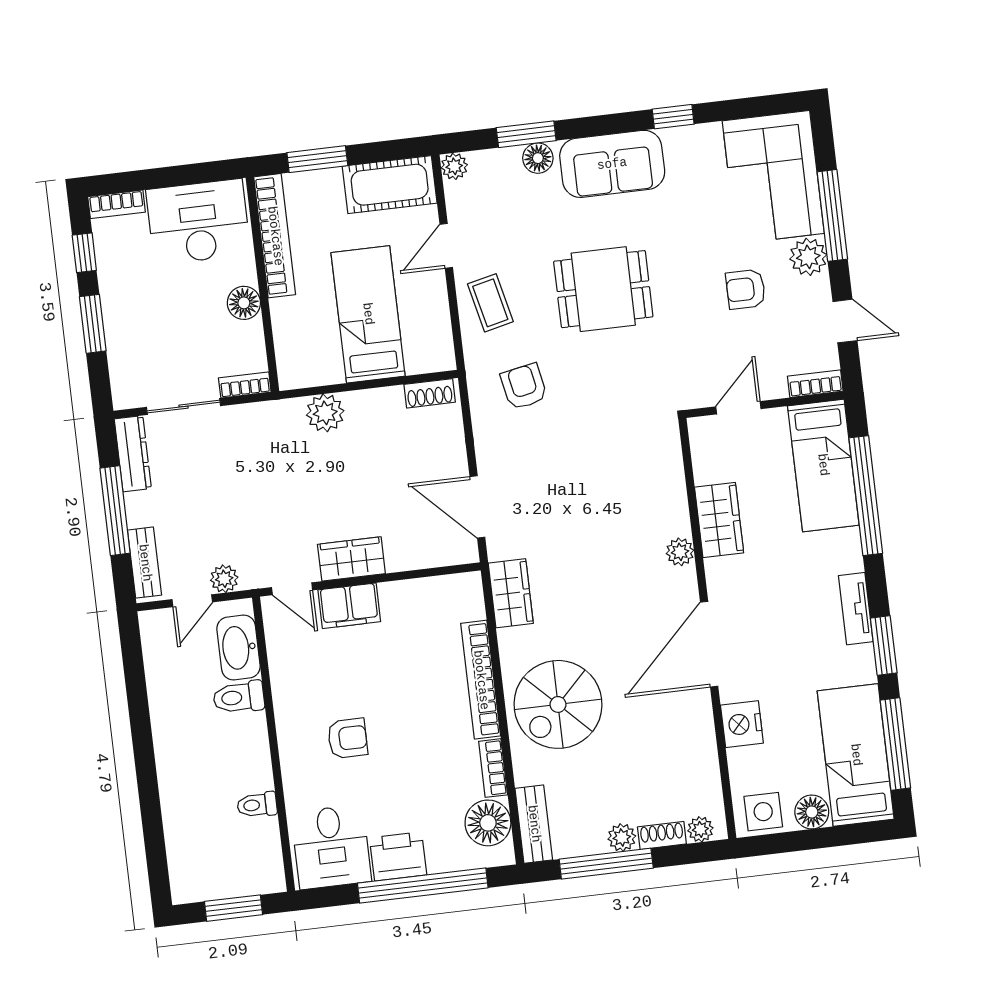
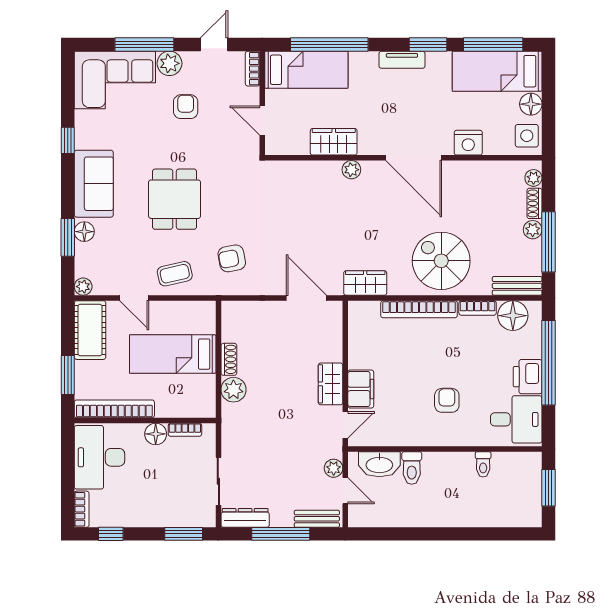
armchair: (746, 289) -> (186, 107), turned 180
window: (93, 324) -> (184, 534), moved
bookcase: (245, 385) -> (185, 430), moved, turned -90
shoe rack: (430, 393) -> (229, 359), moved
door: (477, 507) -> (306, 298), swing flipped
spiral stairs: (558, 704) -> (441, 261), turned 180

